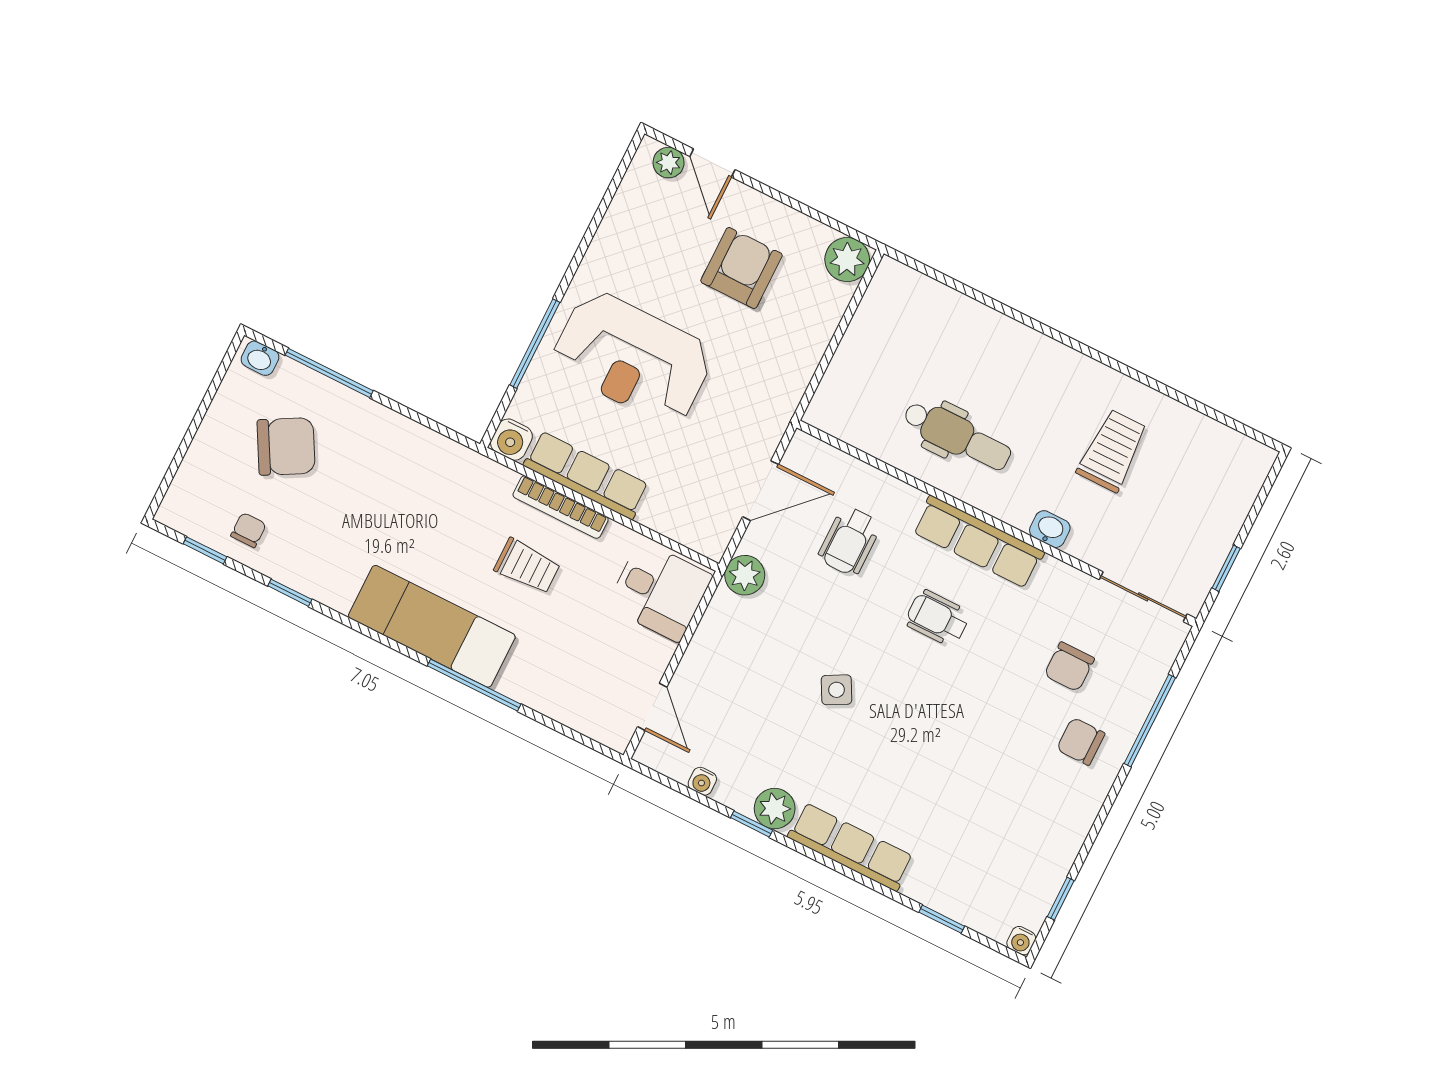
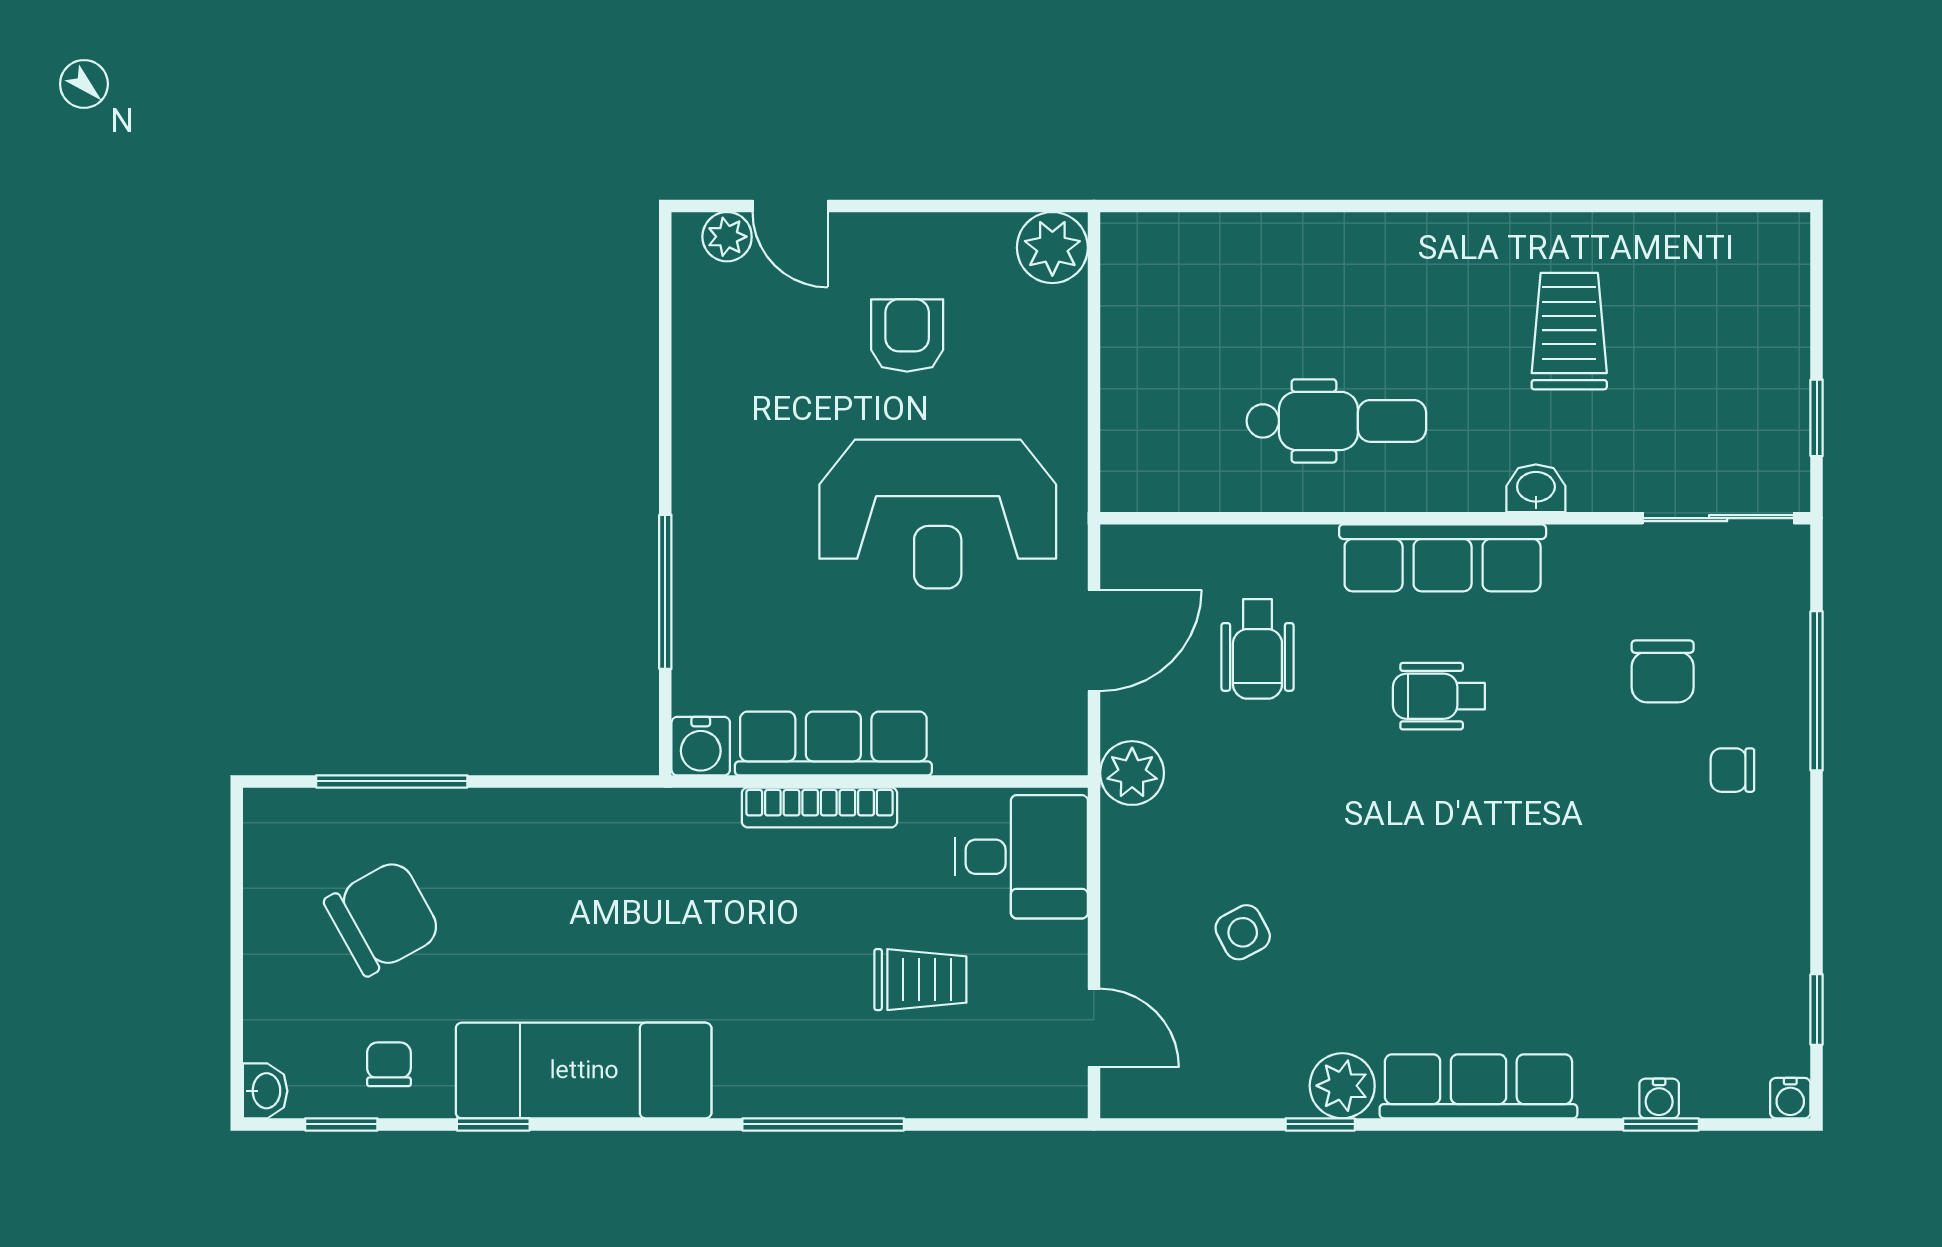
armchair: (741, 268) -> (907, 335), width x0.72, depth x0.72
washbasin: (260, 358) -> (265, 1091), moved, turned -90
reception desk: (632, 358) -> (938, 514), moved
trolley: (527, 566) -> (920, 980), moved
exam couch: (432, 626) -> (584, 1070), moved
side table: (836, 690) -> (1243, 932), moved
chair: (1081, 741) -> (1732, 770), width x0.73, depth x0.73
water cooler: (702, 781) -> (1659, 1098), moved

